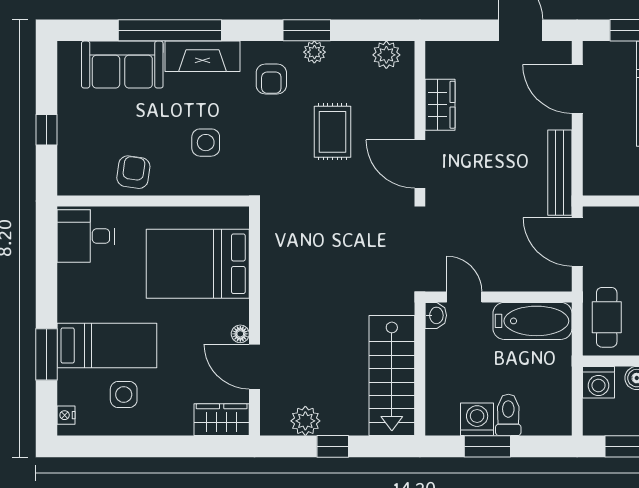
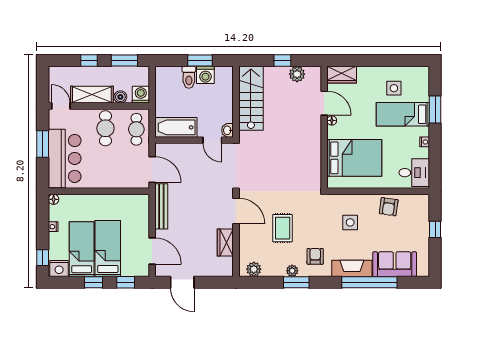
nightstand: (66, 415) -> (425, 142), moved

